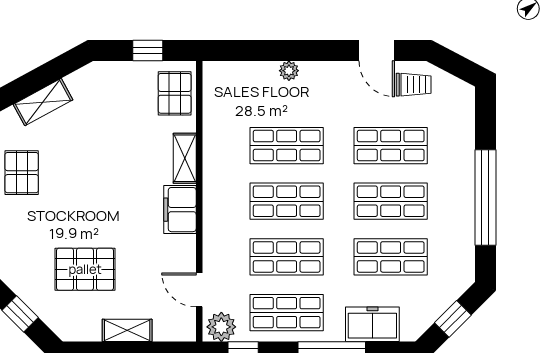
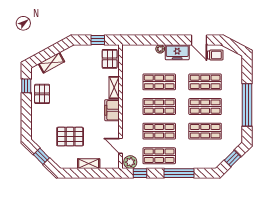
freezer: (372, 324) -> (177, 52), moved, turned 180

